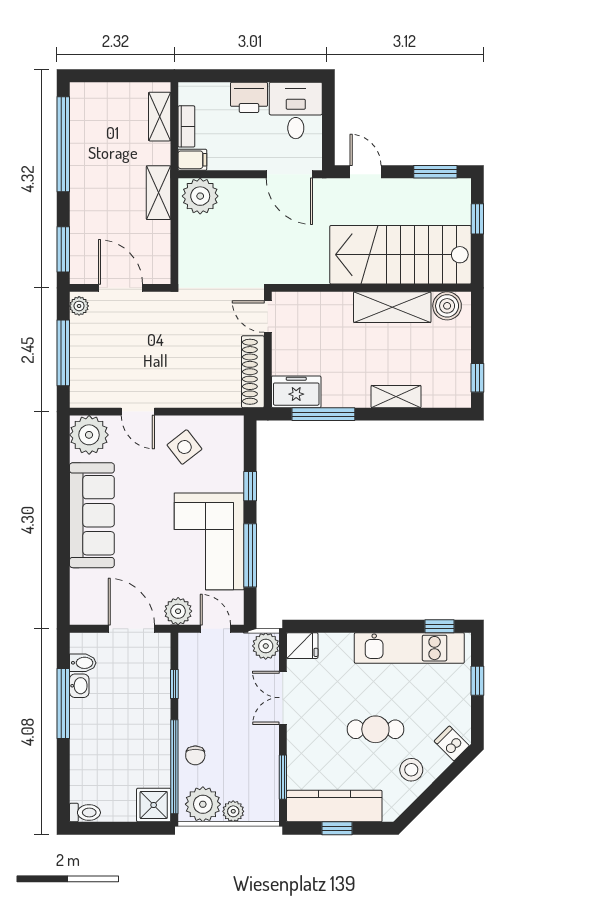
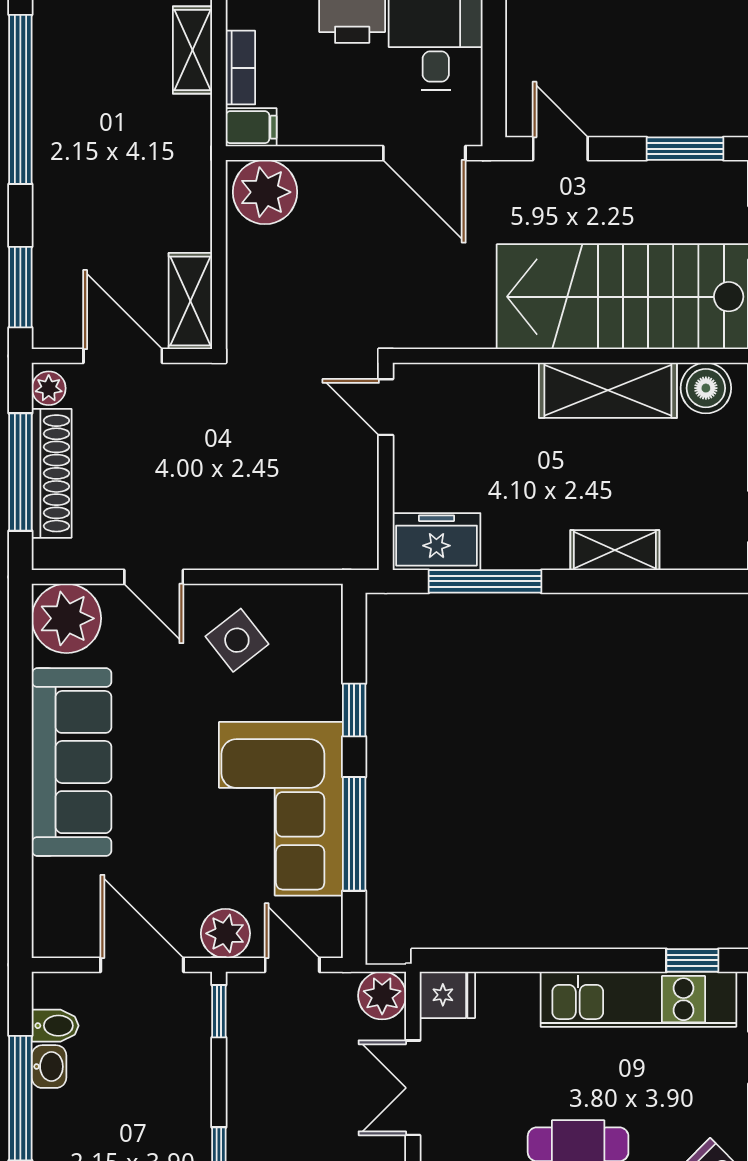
shelving: (158, 193) -> (190, 301), moved
shoe rack: (253, 372) -> (52, 473), moved, turned 180
window: (174, 684) -> (219, 1011), moved

